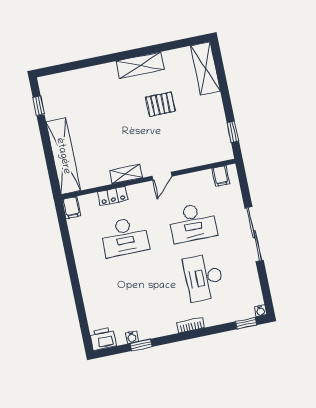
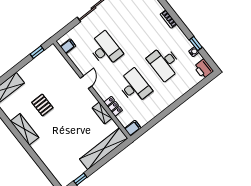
shelving: (126, 174) -> (102, 113), moved
door: (162, 176) -> (86, 82), hinge flipped
desk: (204, 277) -> (164, 63), moved, turned 90

